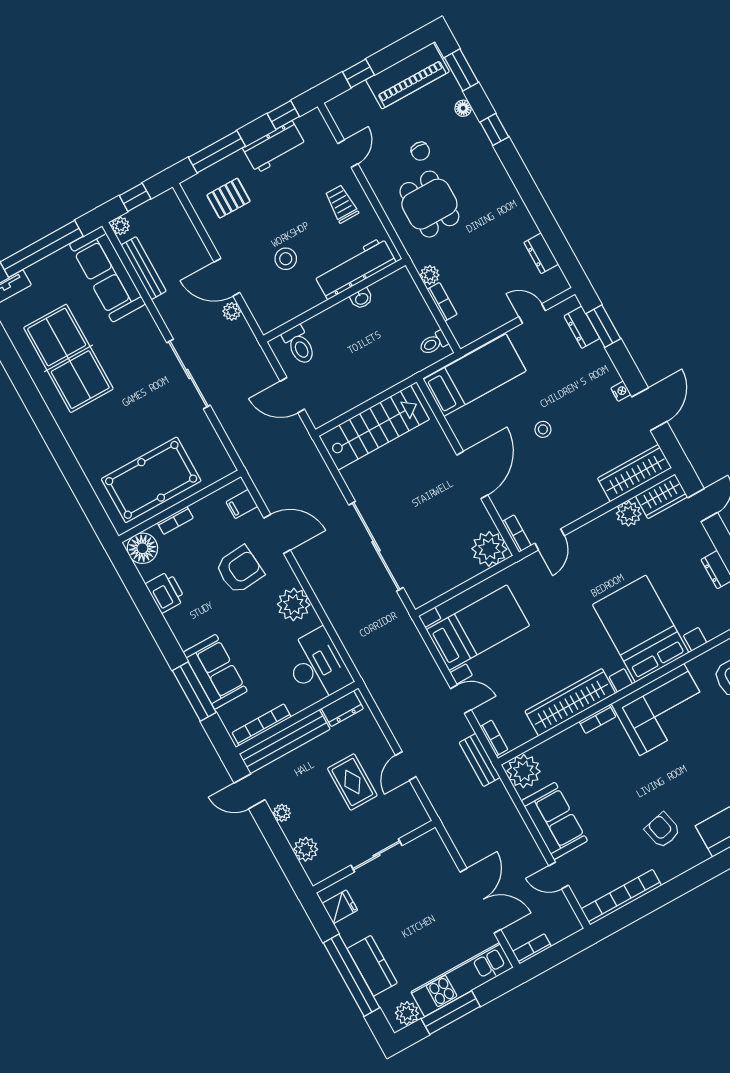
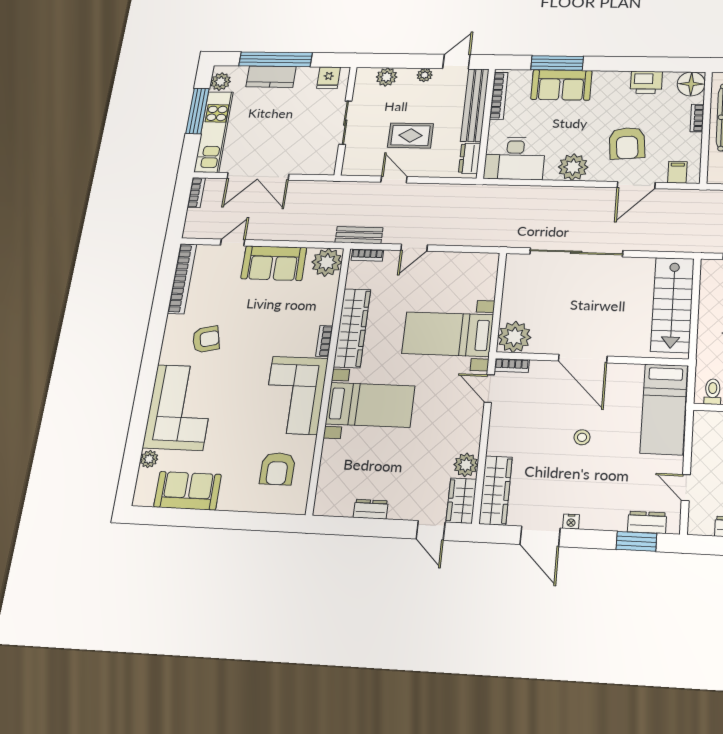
door: (532, 314) -> (686, 488), swing flipped
bed with nightstands: (478, 628) -> (448, 334), moved, turned 90
bed with nightstands: (641, 629) -> (370, 405), width x0.73

